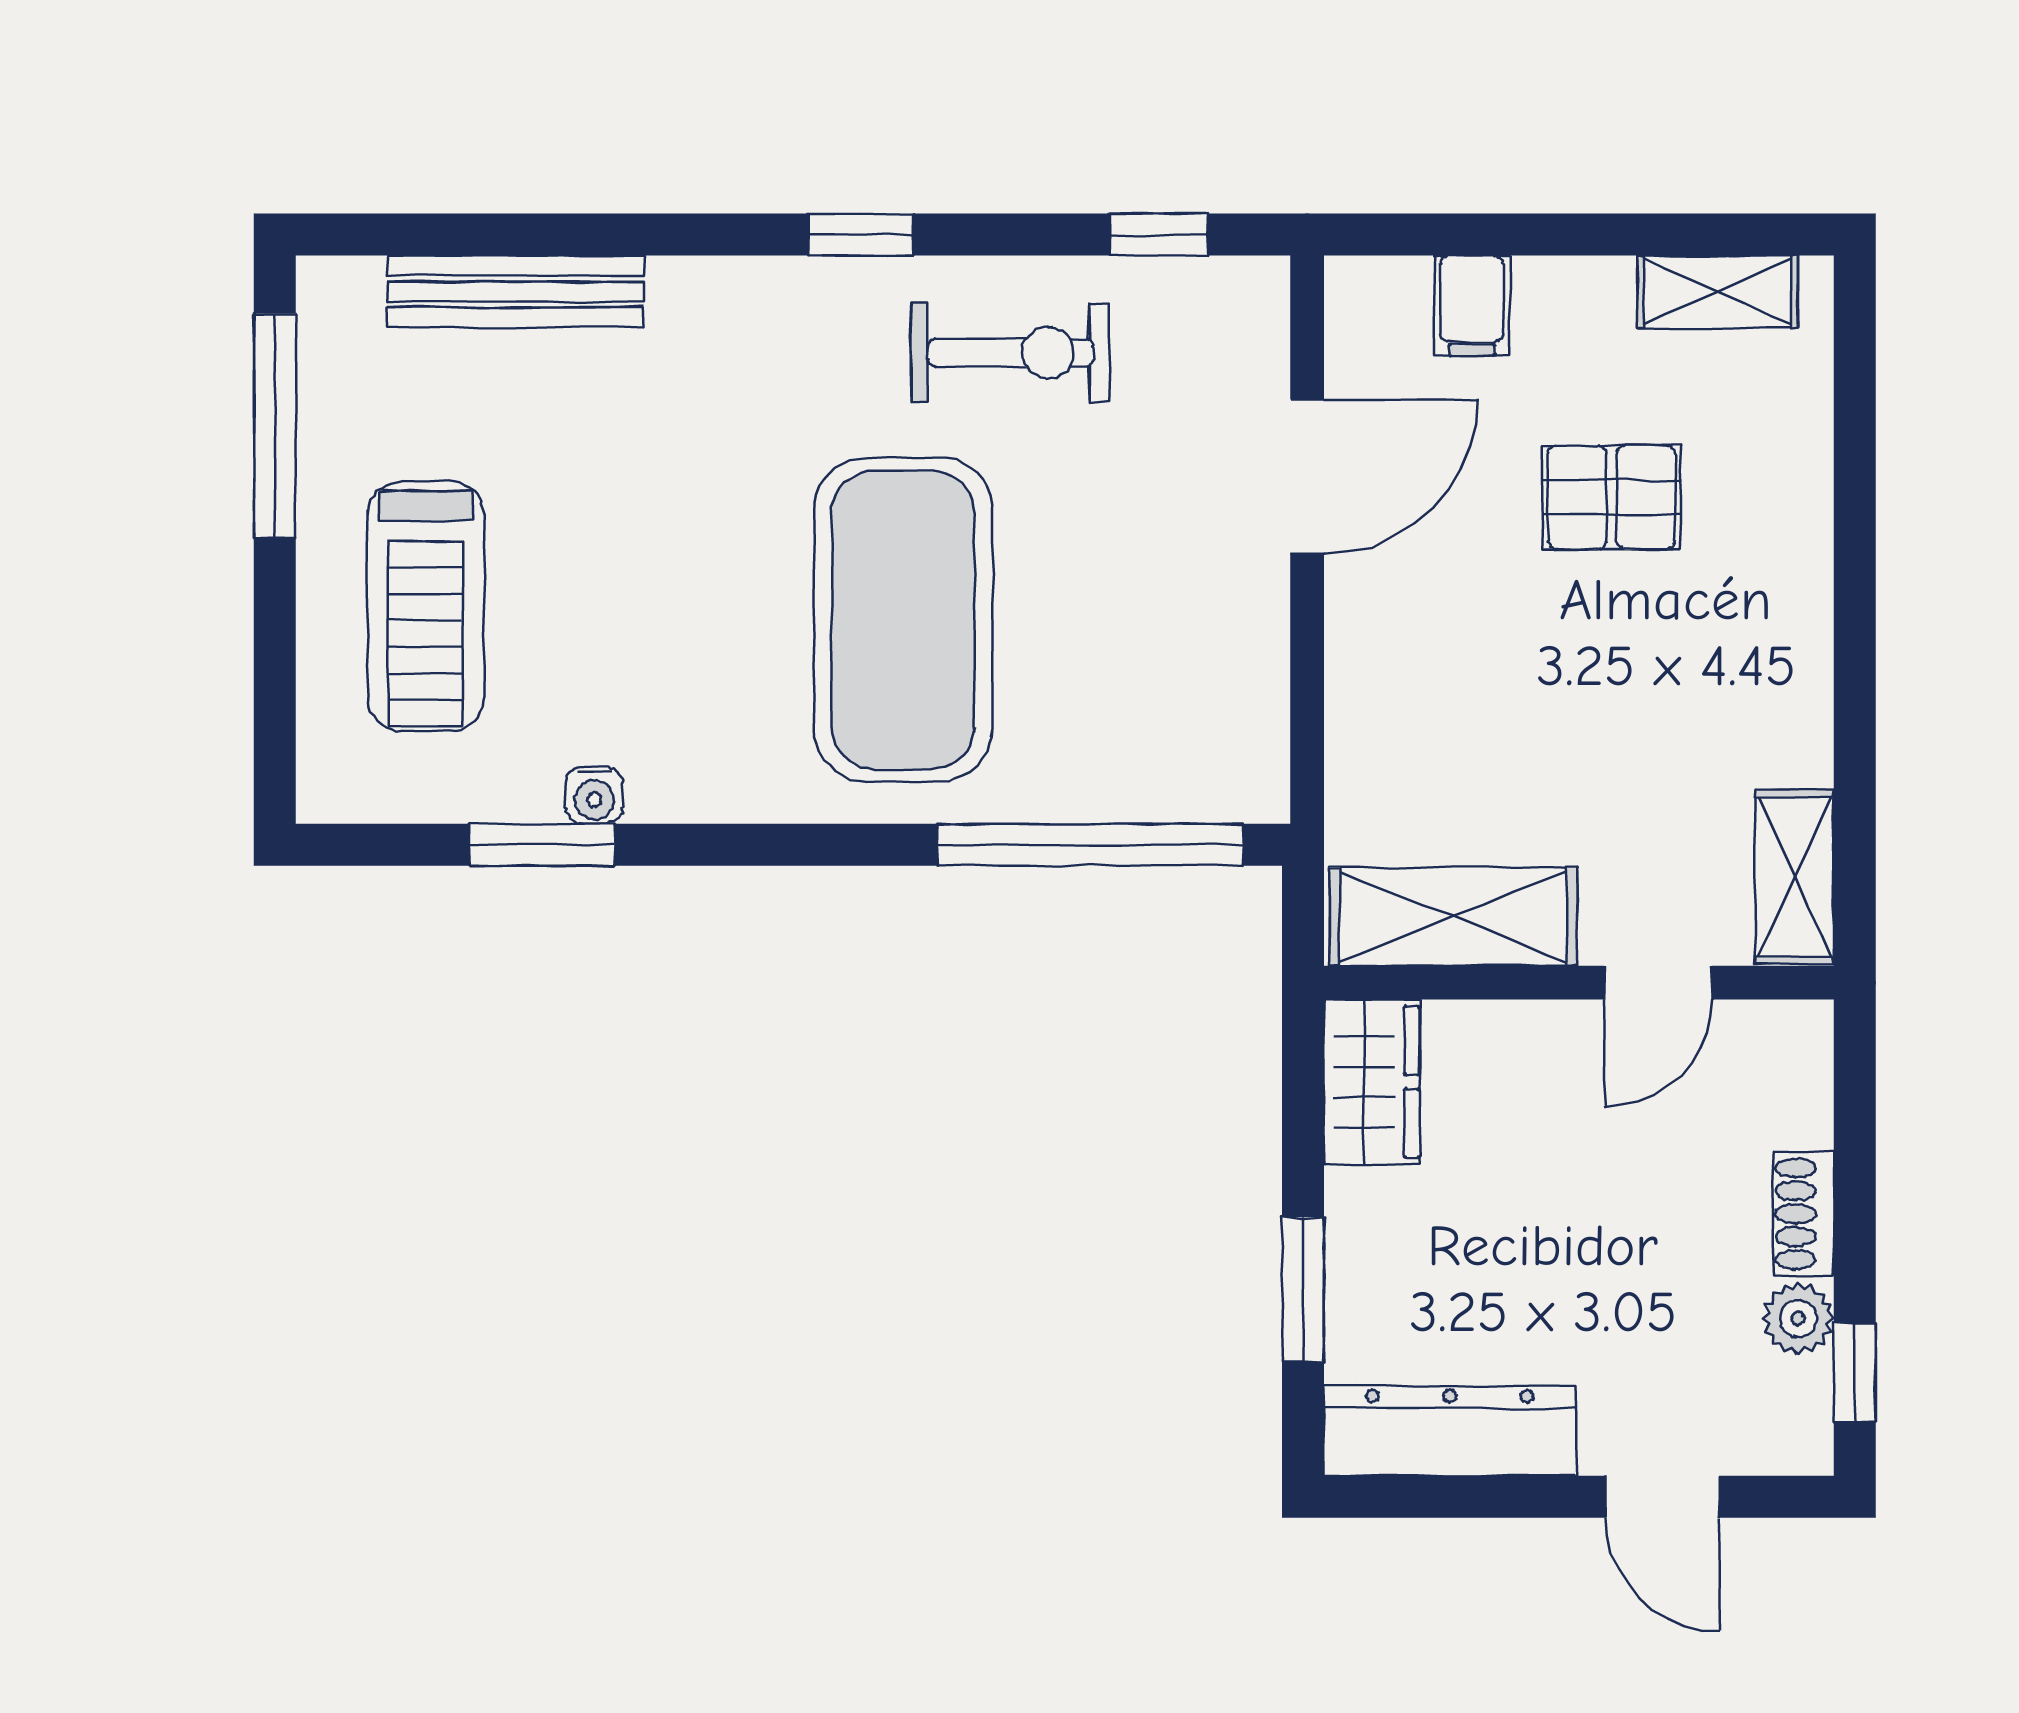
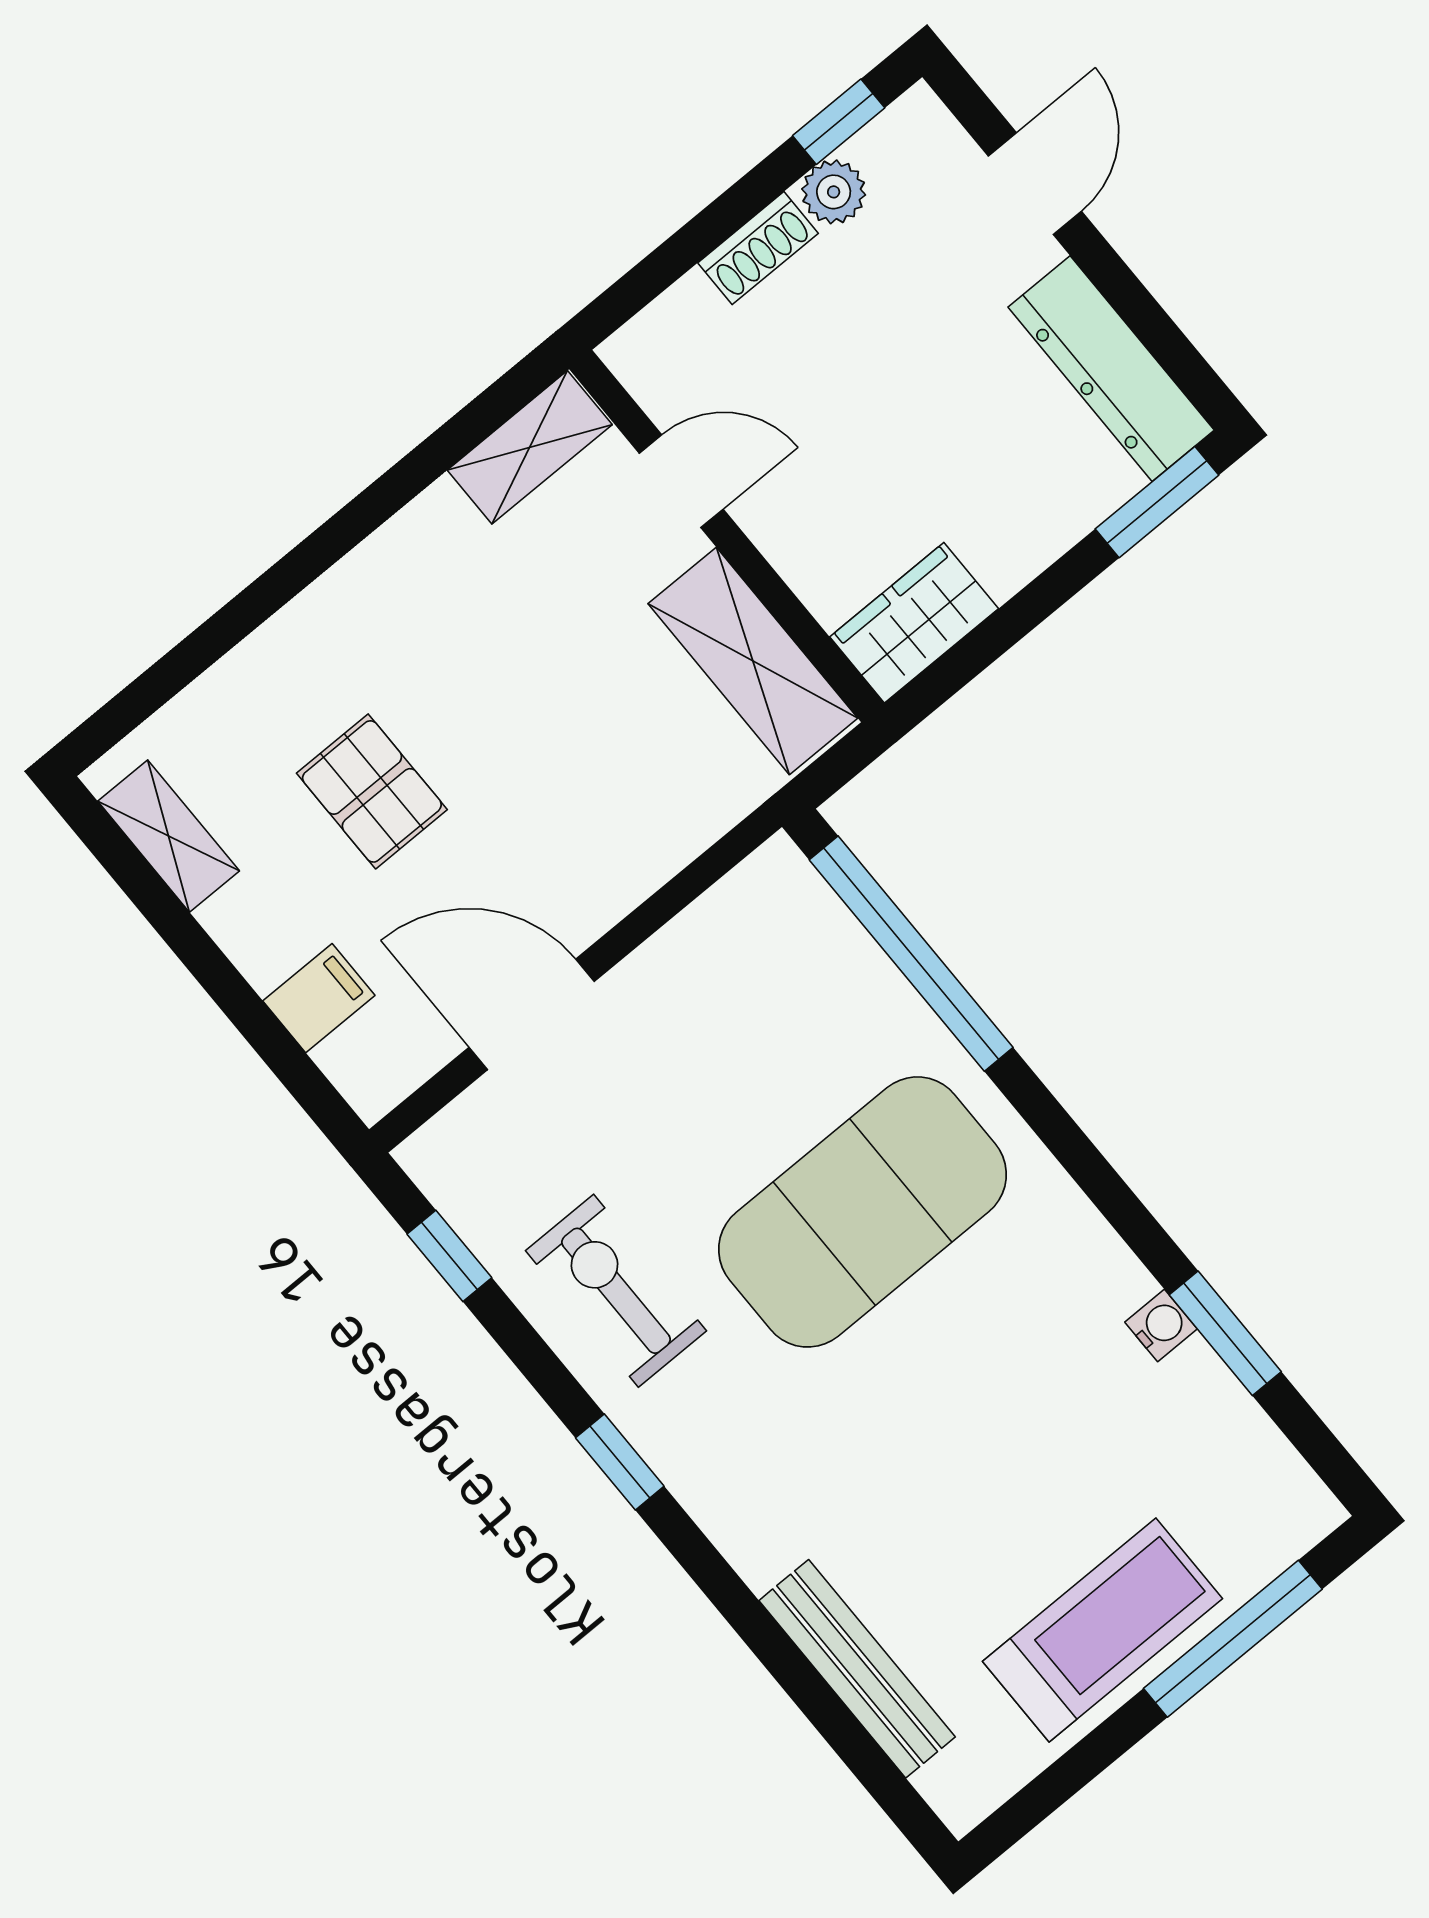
window: (275, 426) -> (1233, 1639), moved
treadmill: (426, 606) -> (1103, 1630), moved
window: (1303, 1290) -> (1157, 502), moved

